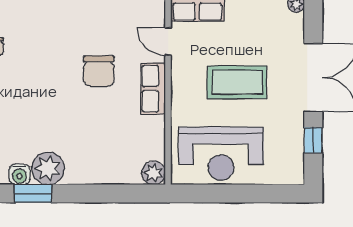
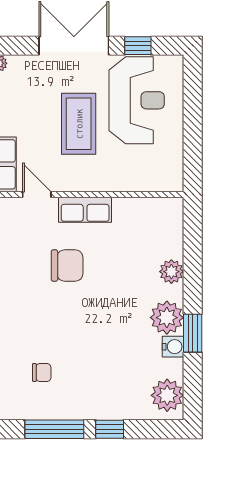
door: (168, 42) -> (37, 194), swing flipped
reception desk: (221, 154) -> (137, 100), moved
plant: (154, 173) -> (171, 272), moved

